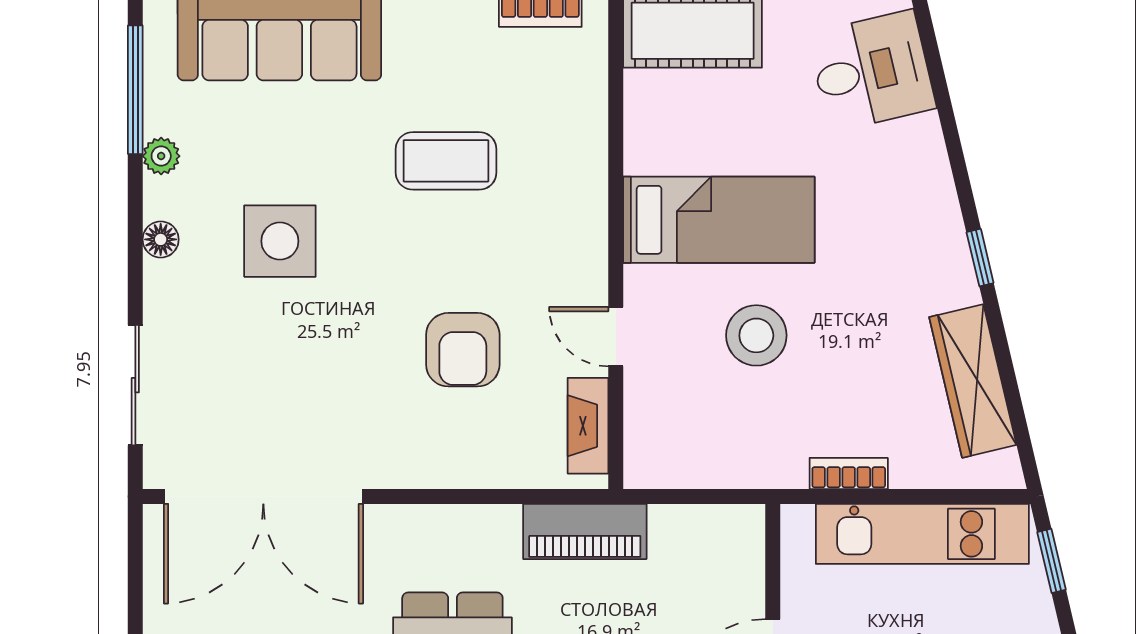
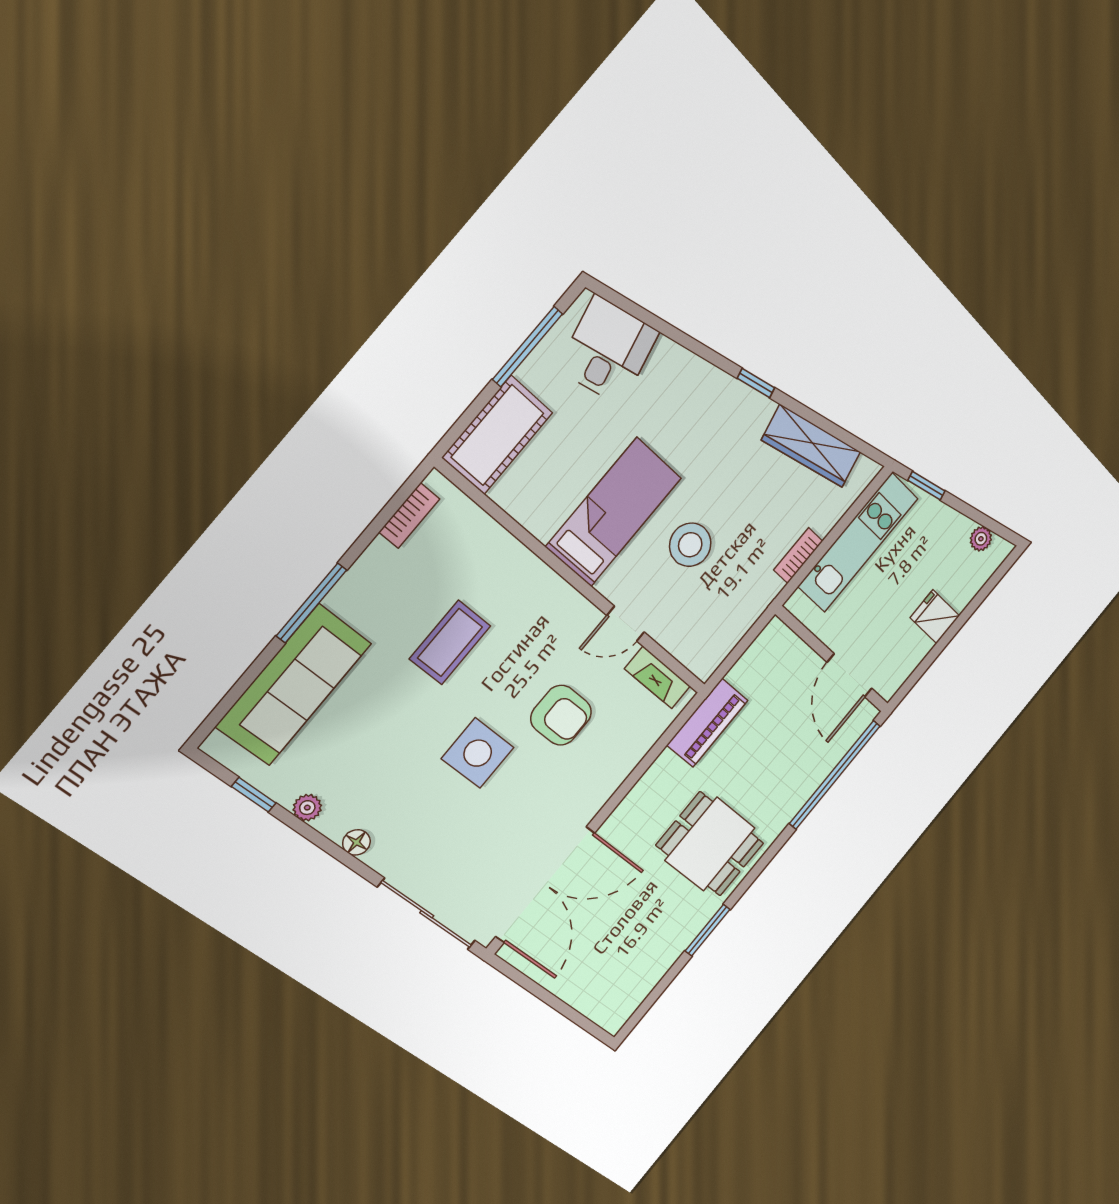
window: (135, 90) -> (254, 795), width x0.46
side table: (280, 241) -> (478, 753), moved
sliding door: (135, 385) -> (427, 914), width x1.37

